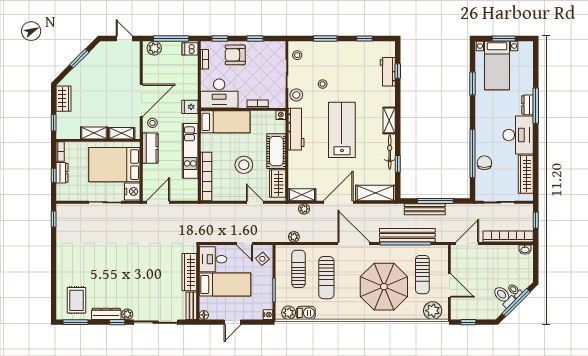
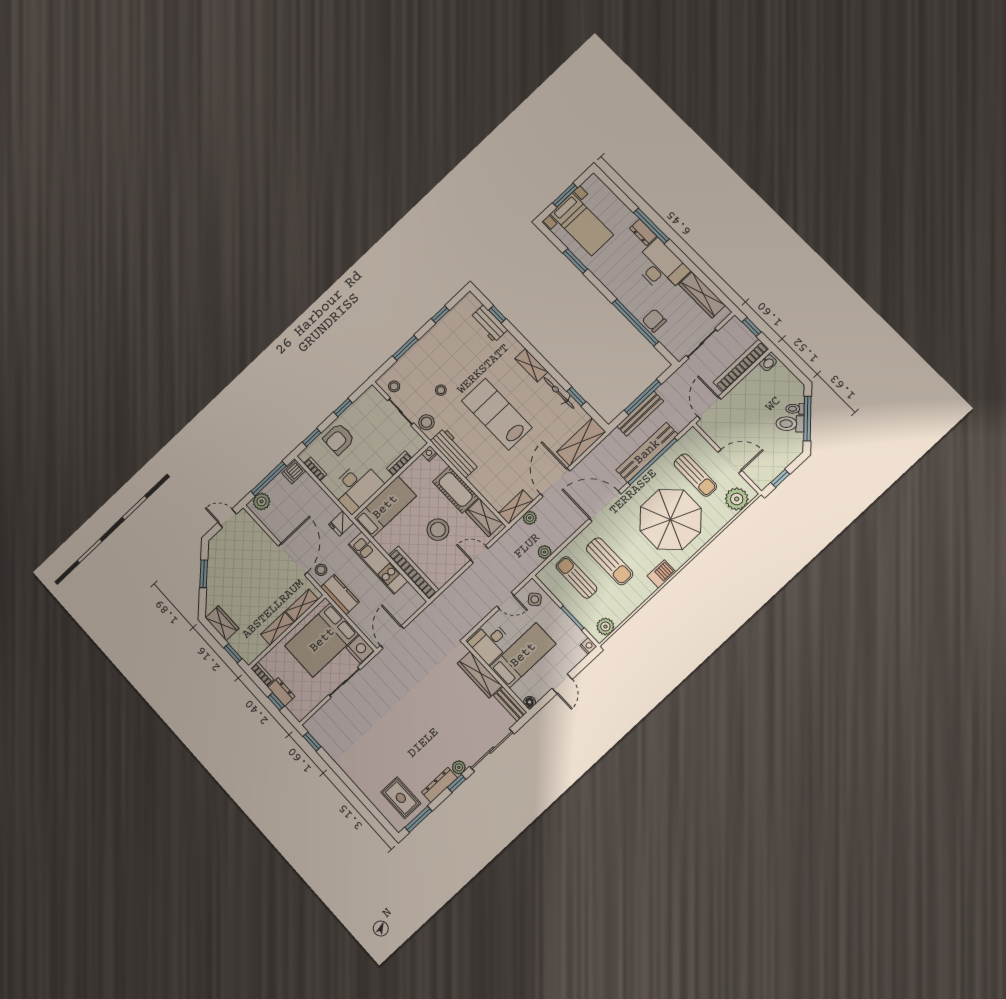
barbecue: (306, 313) -> (662, 574), moved

